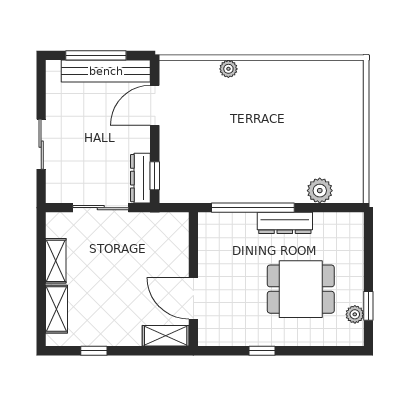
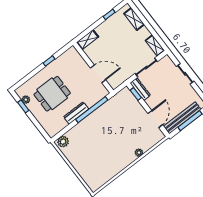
plant: (320, 191) -> (63, 142), moved
shelving: (56, 261) -> (155, 45), moved
door: (193, 298) -> (98, 74), moved

